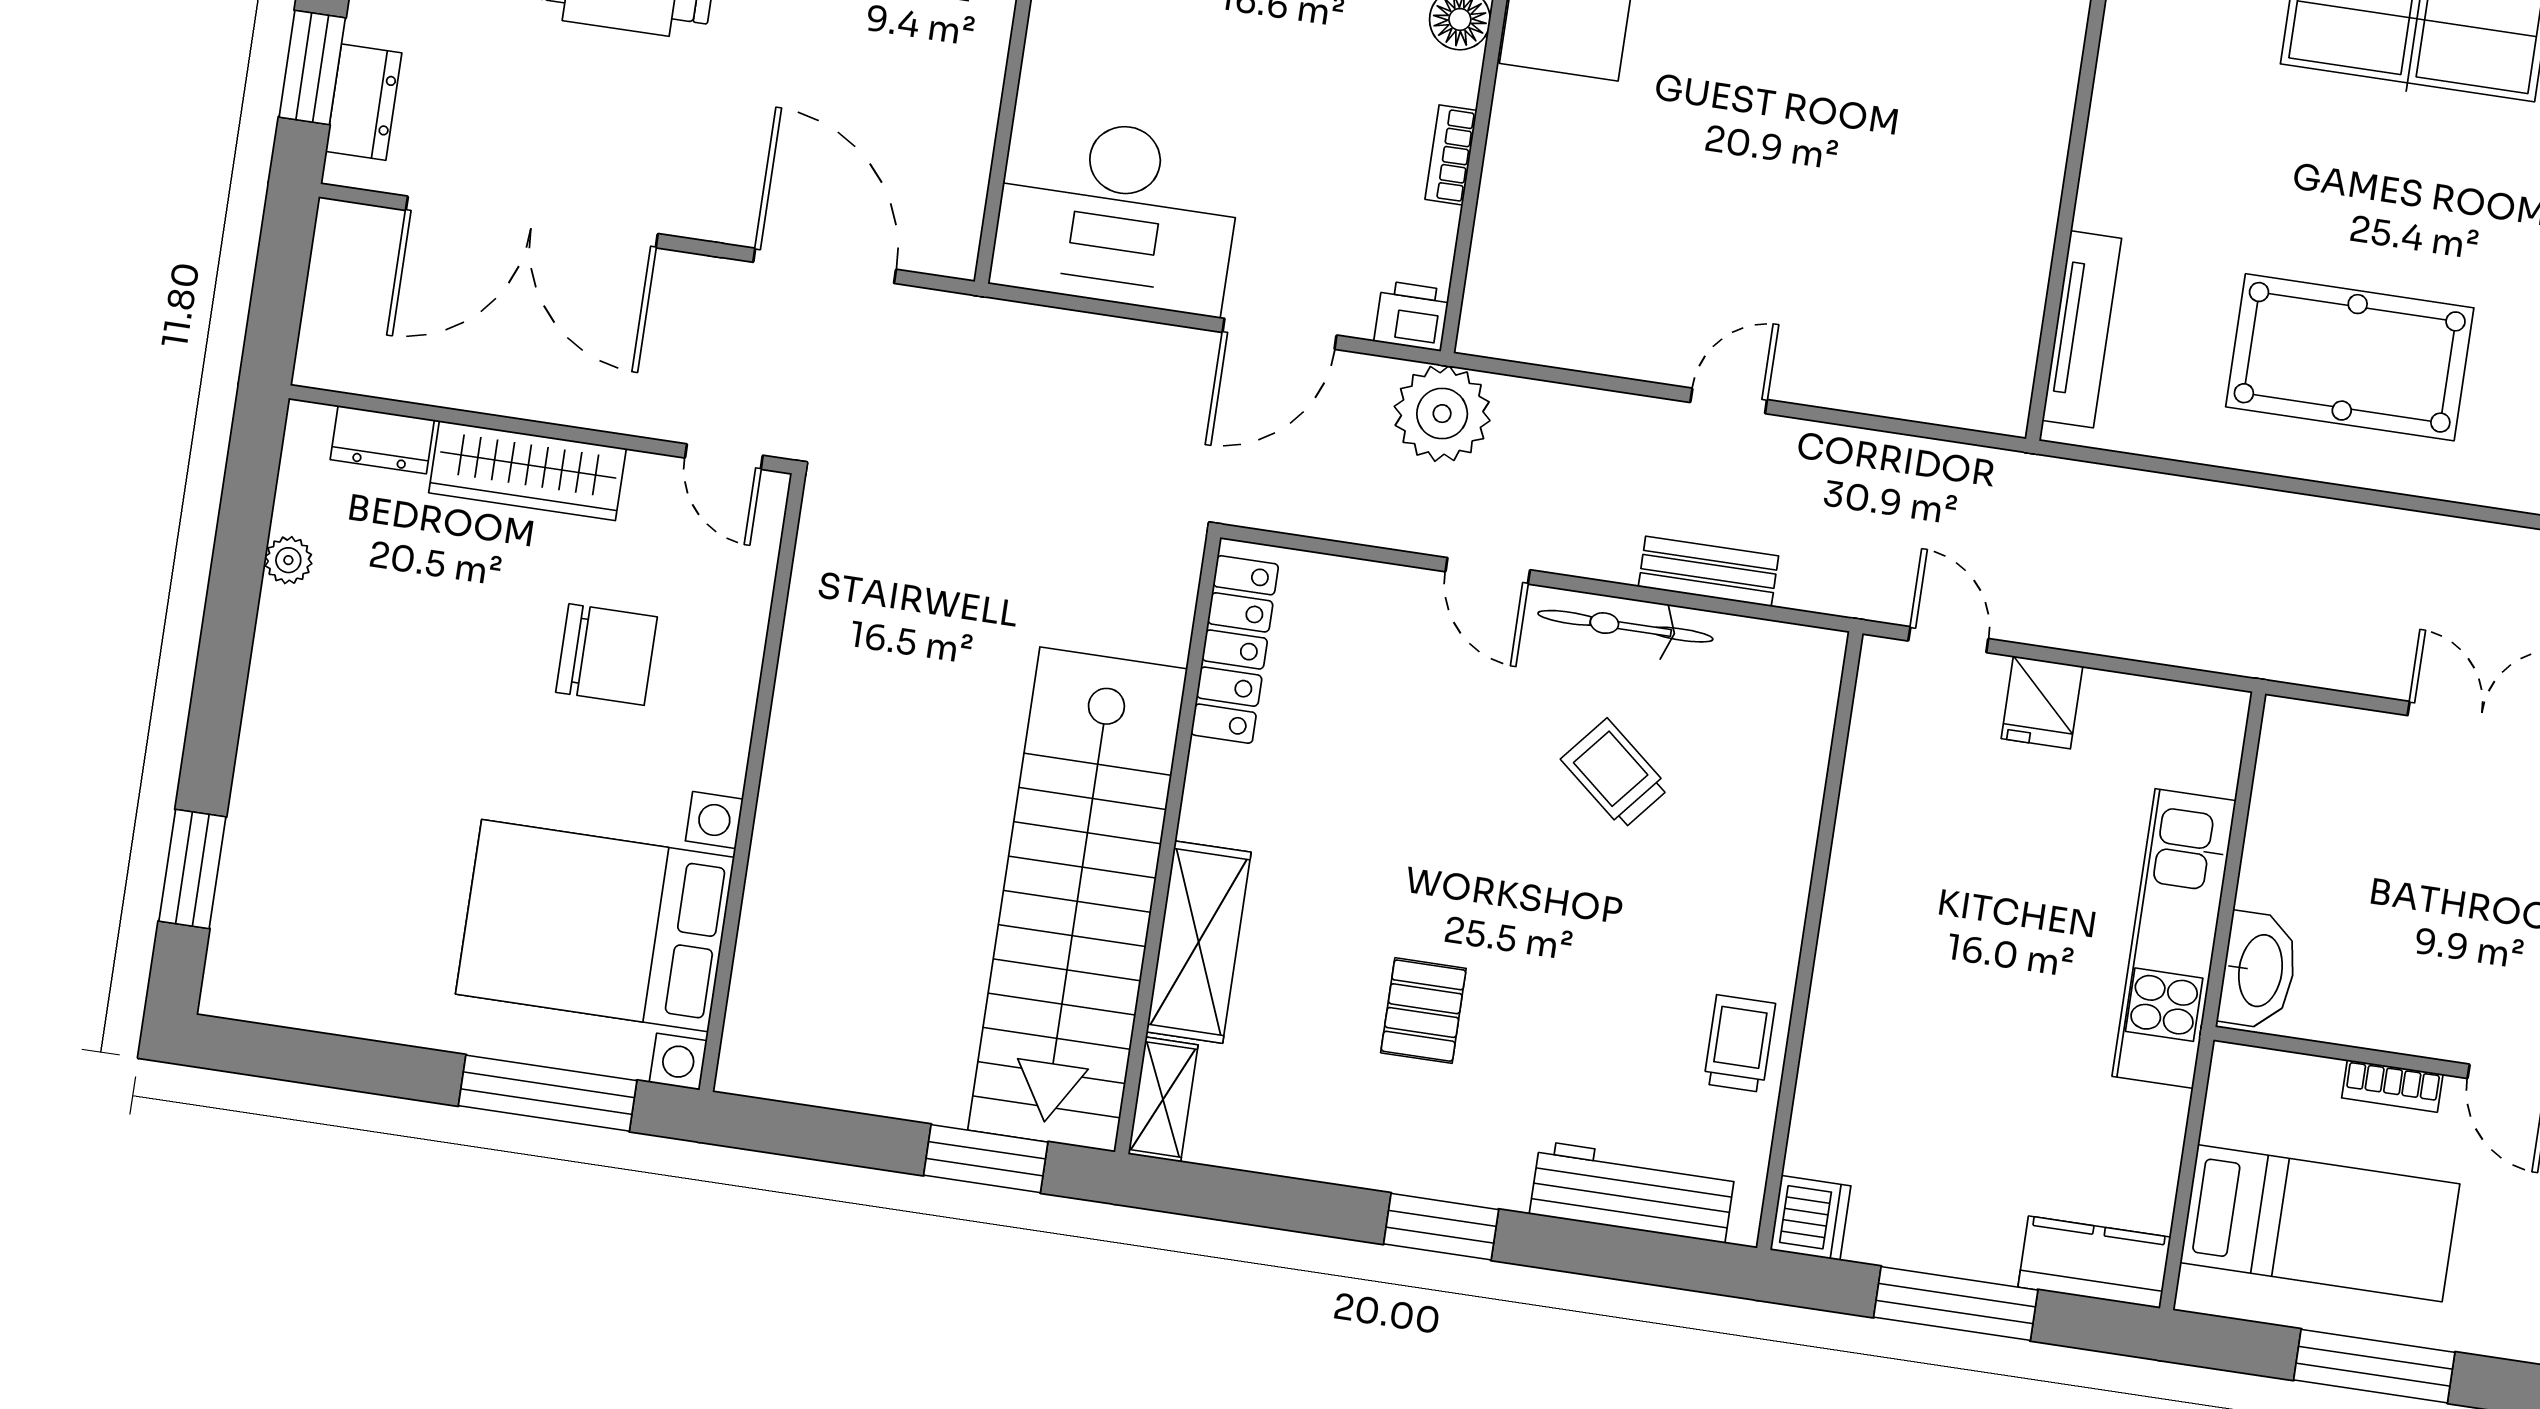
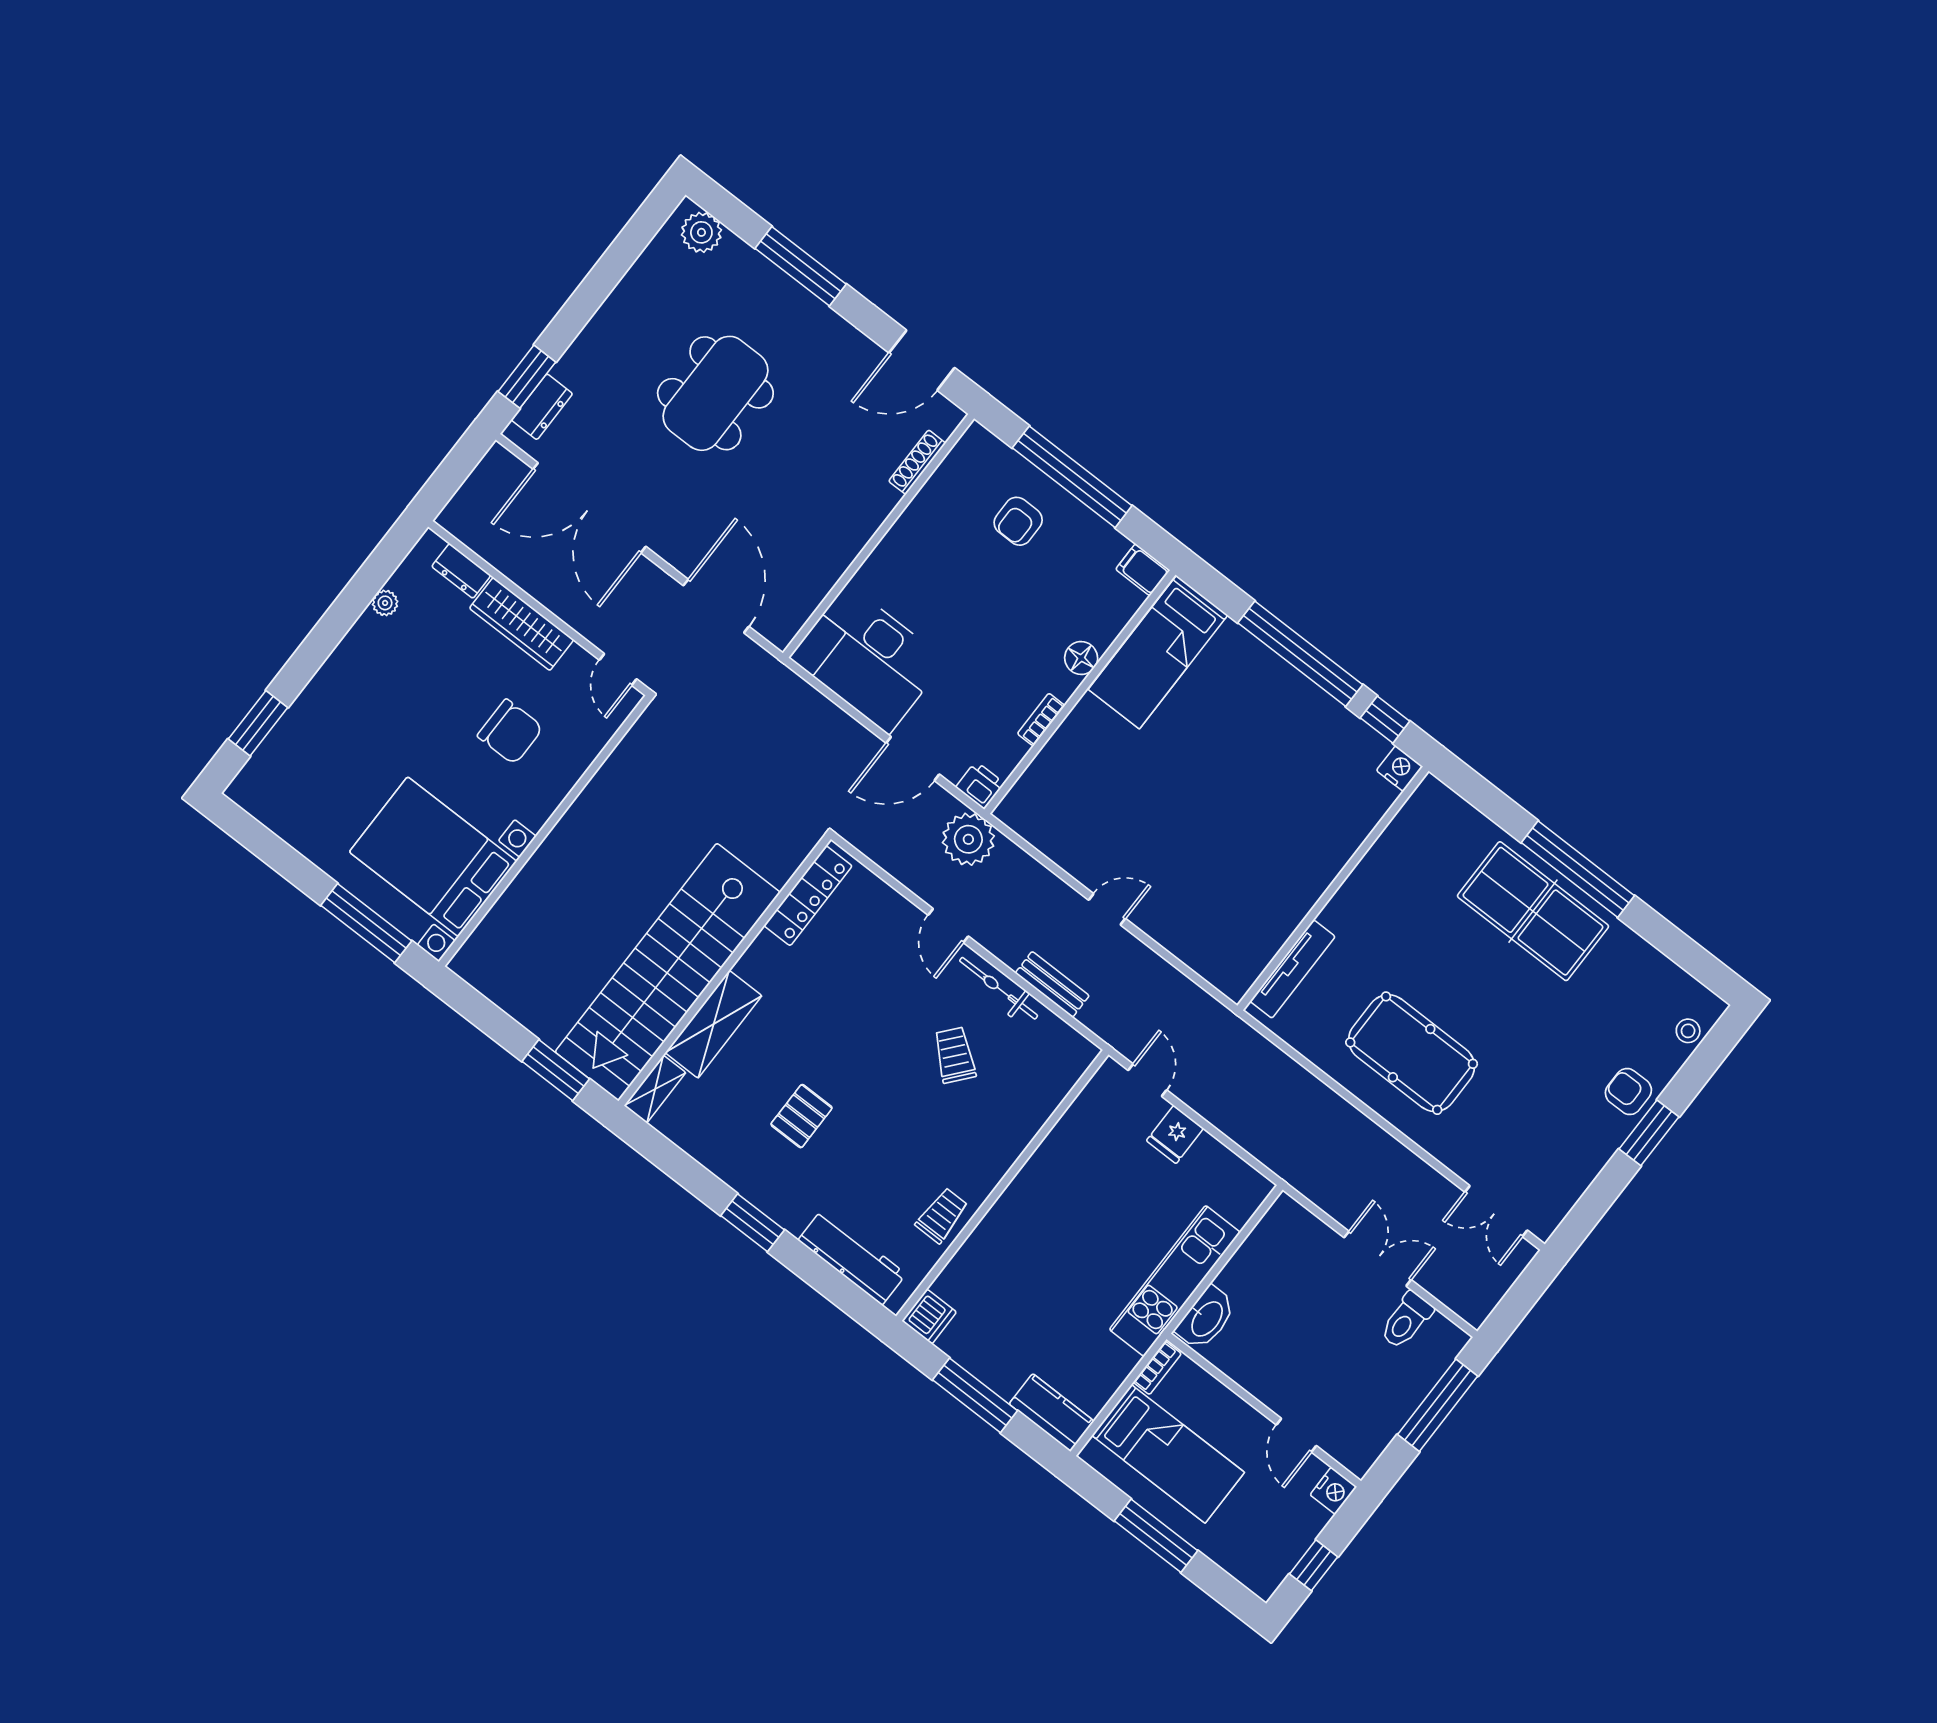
bookcase: (2392, 1086) -> (1157, 1368), moved, turned -90

